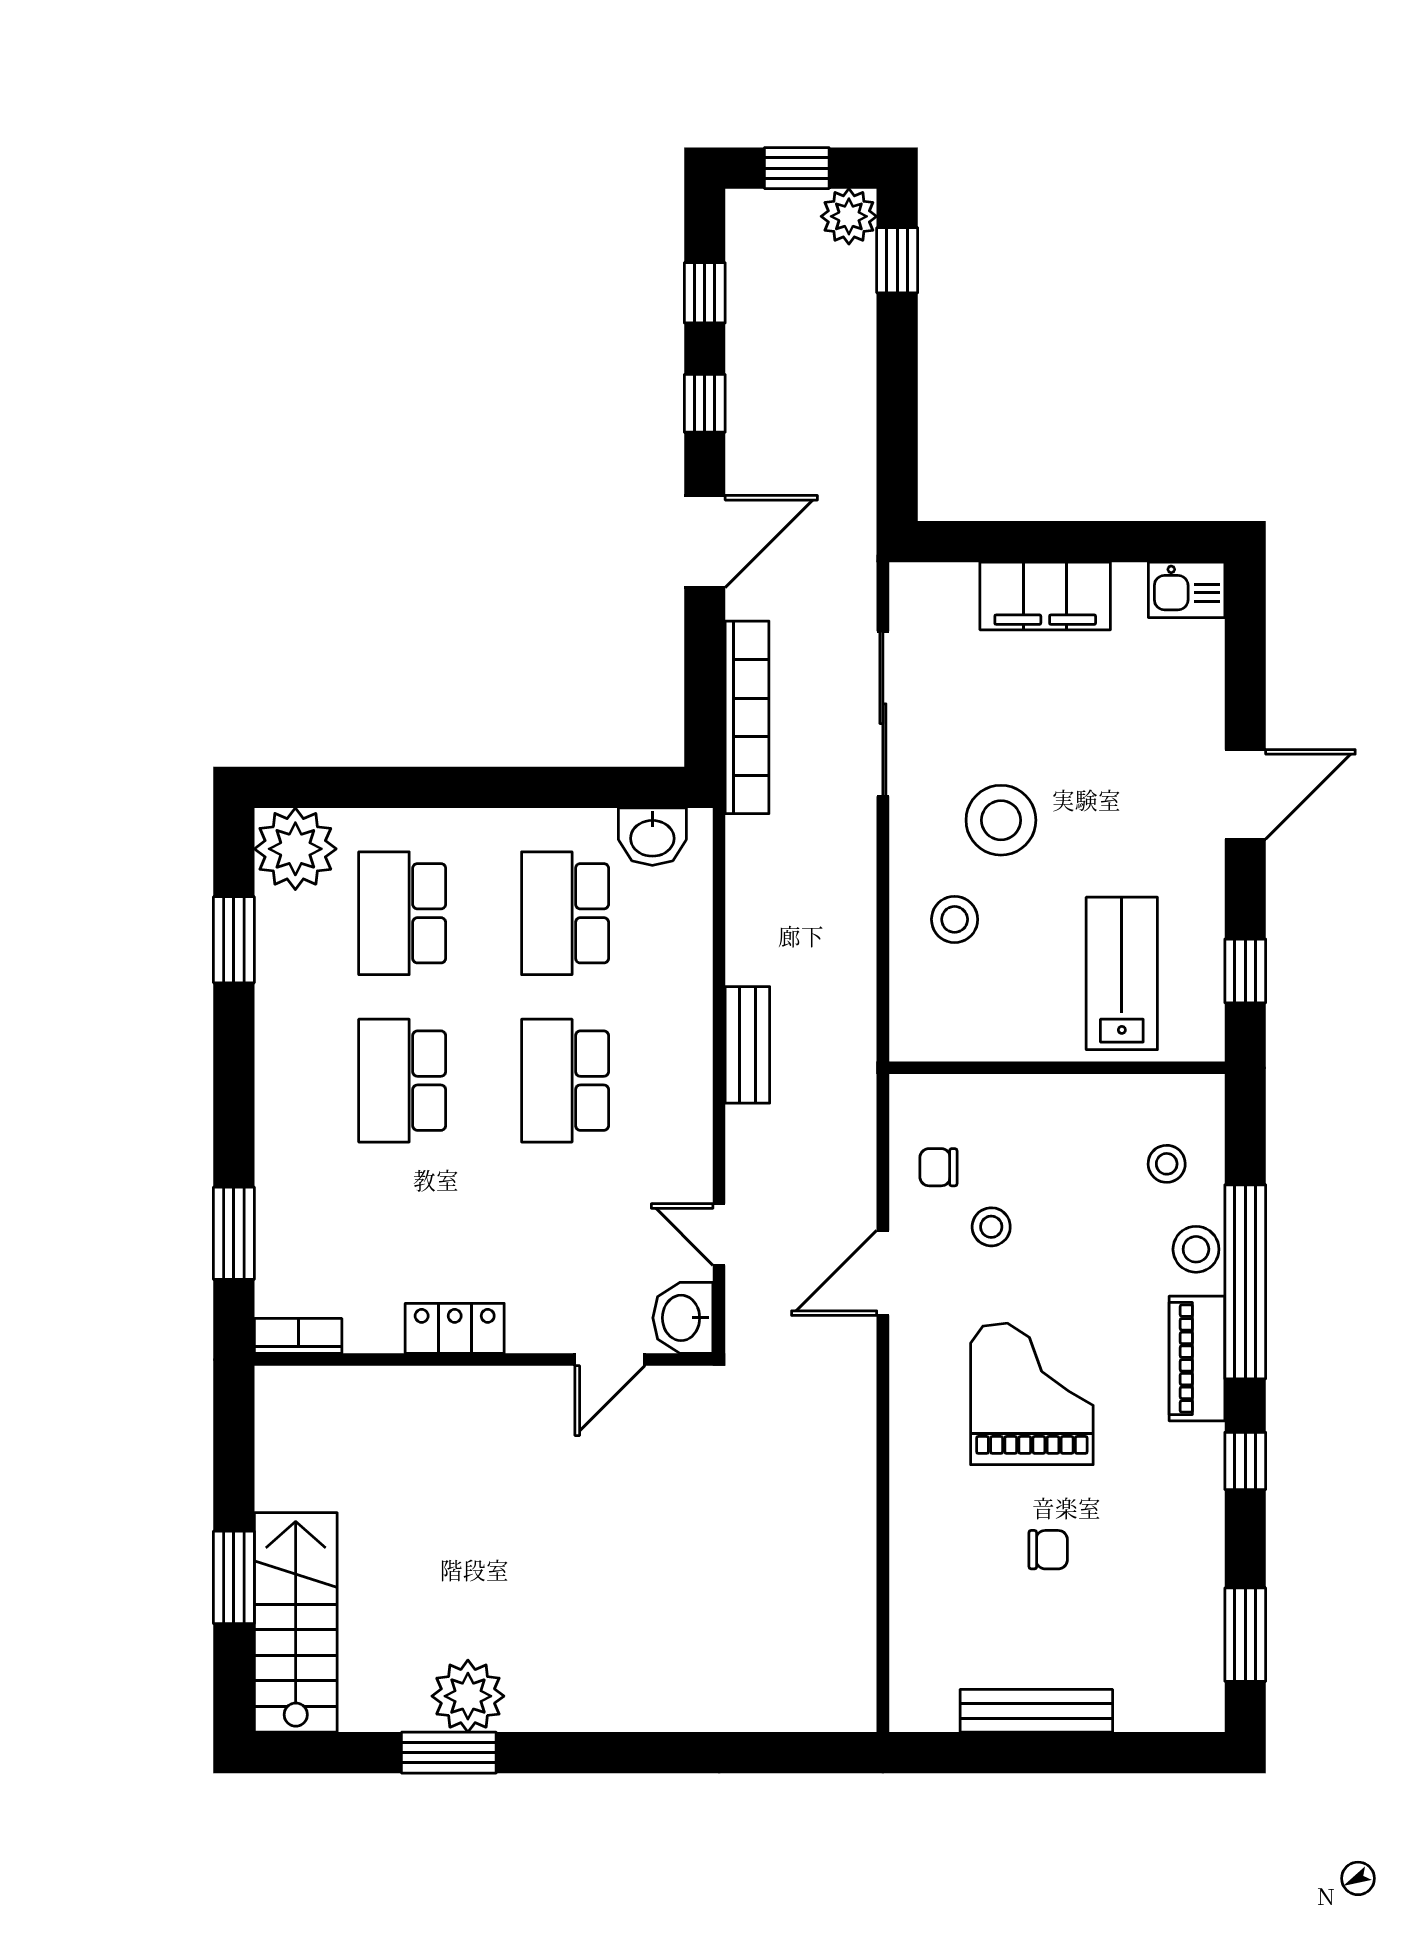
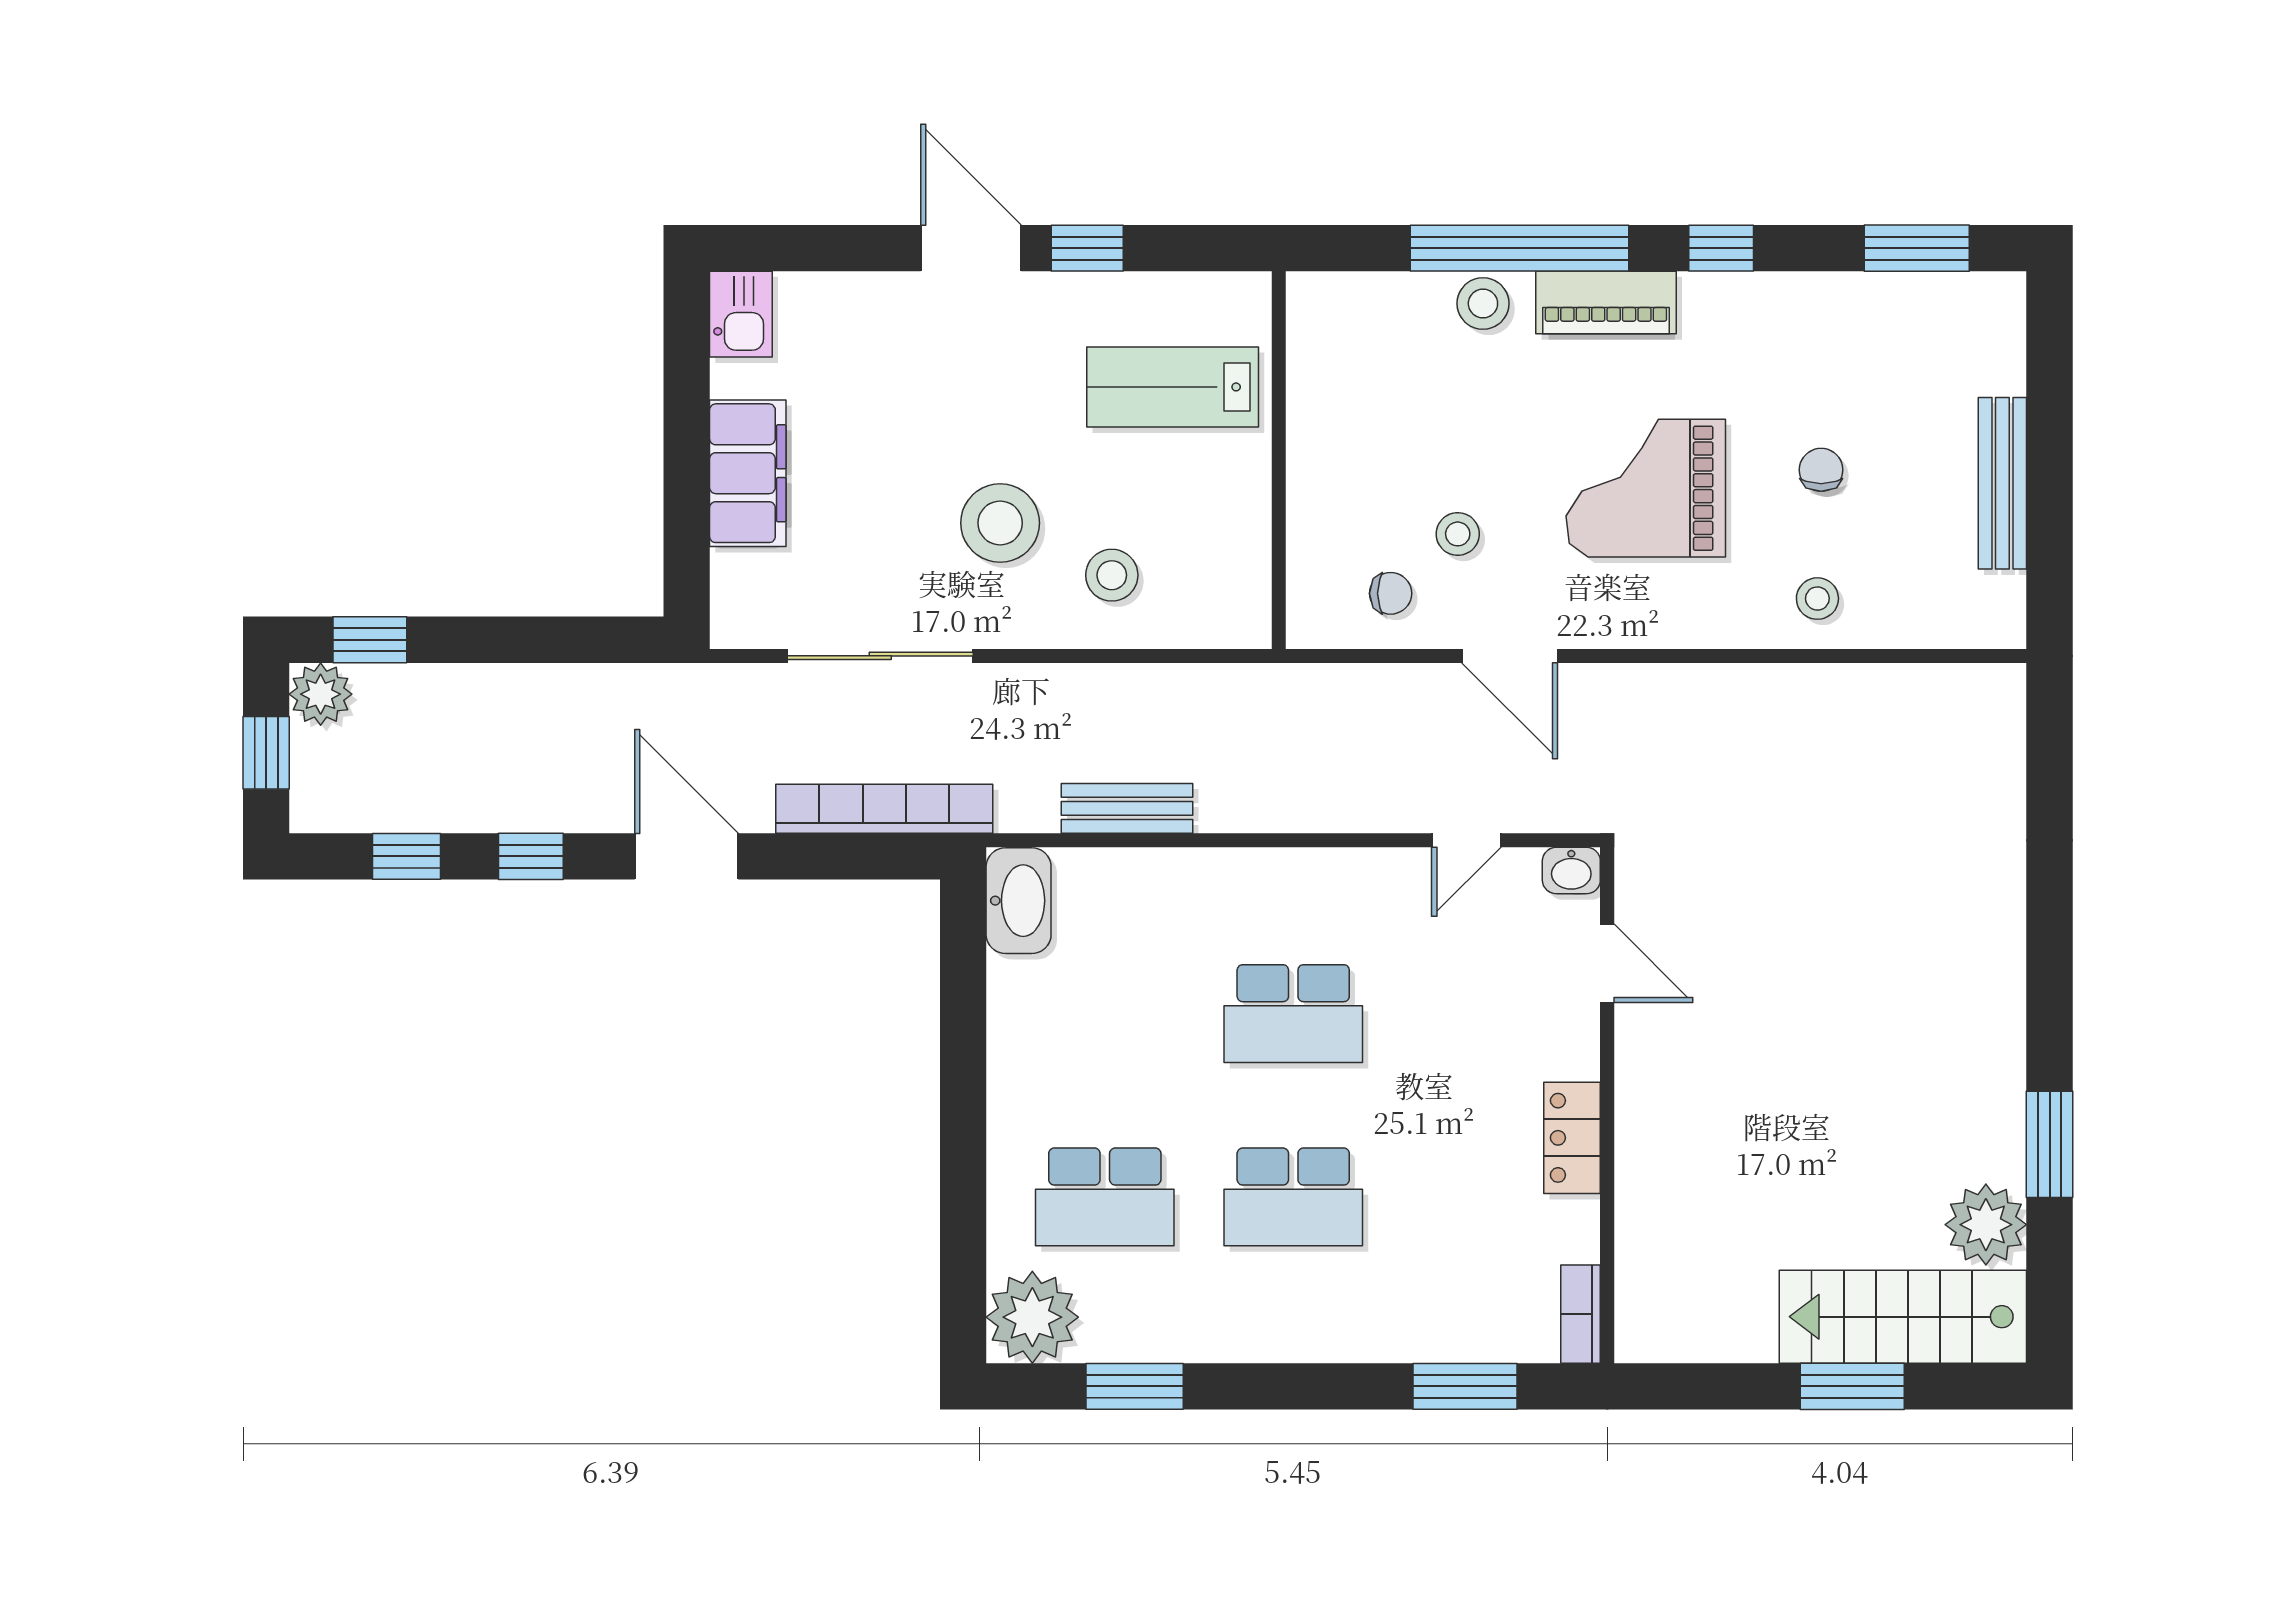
washbasin: (652, 837) -> (1019, 901), width x1.38
school desk: (565, 913) -> (1105, 1014), removed
window: (1245, 971) -> (1087, 248), moved
bench: (747, 1045) -> (1127, 808), moved
stool: (1167, 1164) -> (1817, 599), moved
chair: (938, 1167) -> (1391, 593), turned -90
washbasin: (683, 1318) -> (1571, 871), width x0.72, depth x0.69
plant: (468, 1696) -> (1986, 1225), moved

